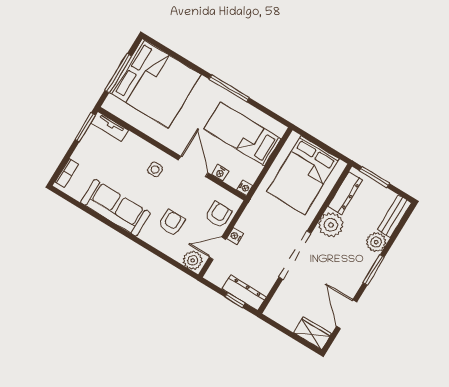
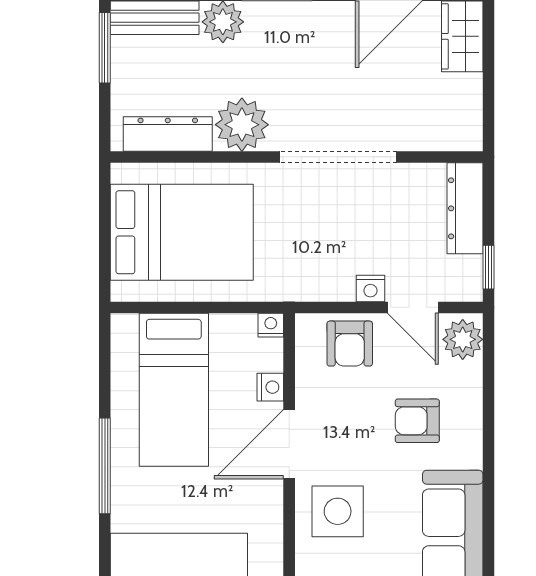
side table: (155, 169) -> (338, 511), width x1.87, depth x1.87
window: (374, 177) -> (105, 48), moved
armchair: (218, 215) -> (350, 344), turned -90
window: (235, 300) -> (489, 267), moved

